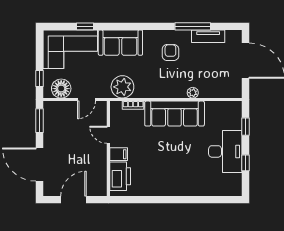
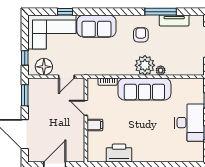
plant: (122, 87) -> (145, 65), moved
printer: (120, 176) -> (119, 153), moved, turned -90

